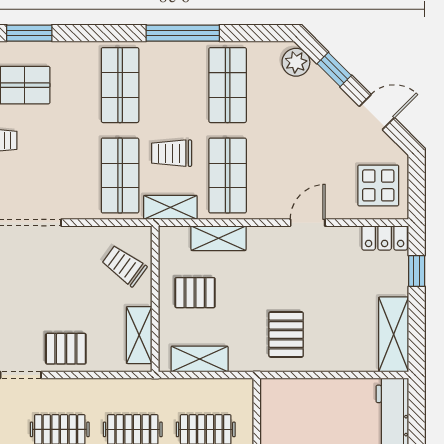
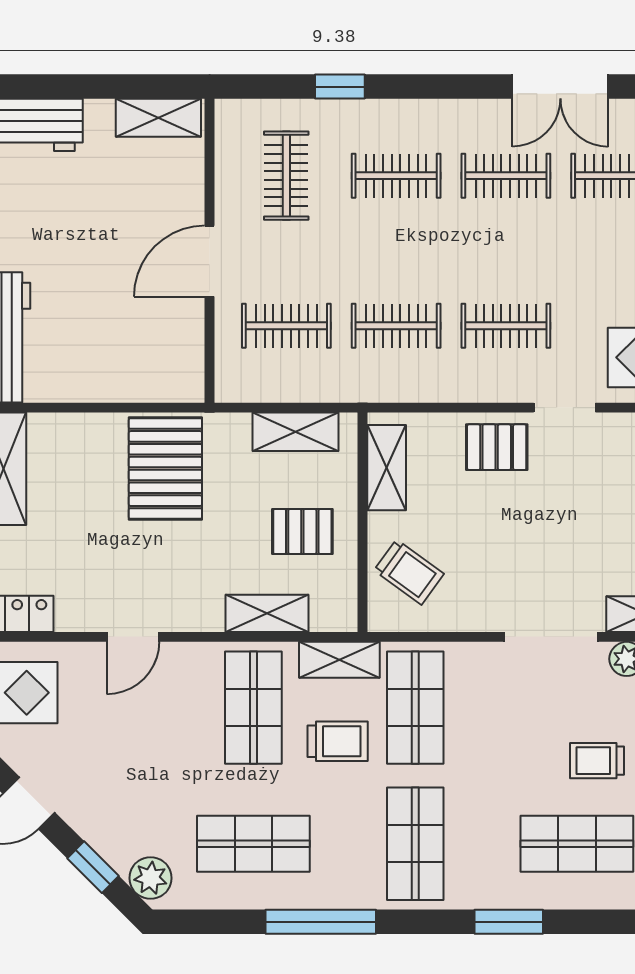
window: (29, 33) -> (509, 922), moved
shop shelf: (228, 85) -> (253, 844), turned 90
pallet: (286, 334) -> (165, 469), width x1.50, depth x1.42

